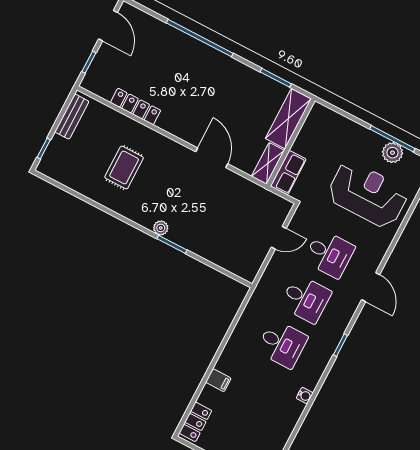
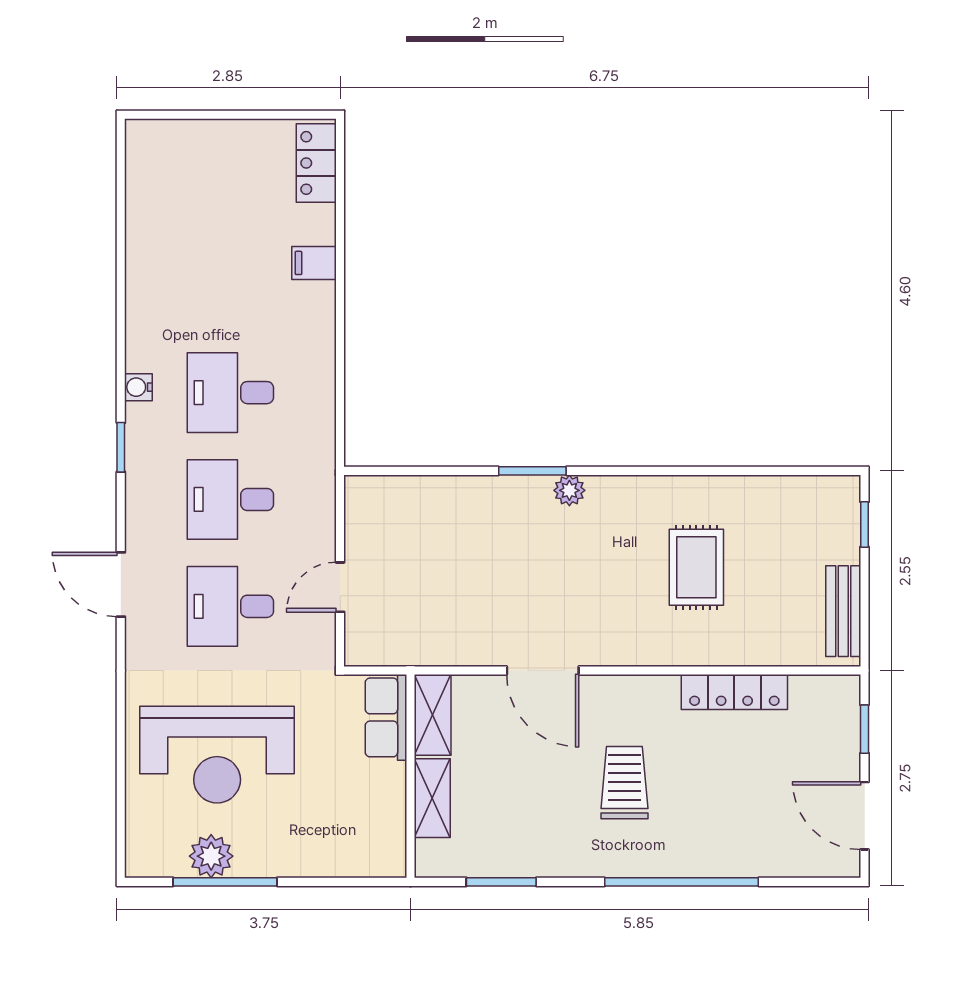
trolley: (202, 93) -> (624, 783), added
shelving: (288, 119) -> (432, 798), width x0.67, depth x0.75
water cooler: (305, 396) -> (138, 387), moved

